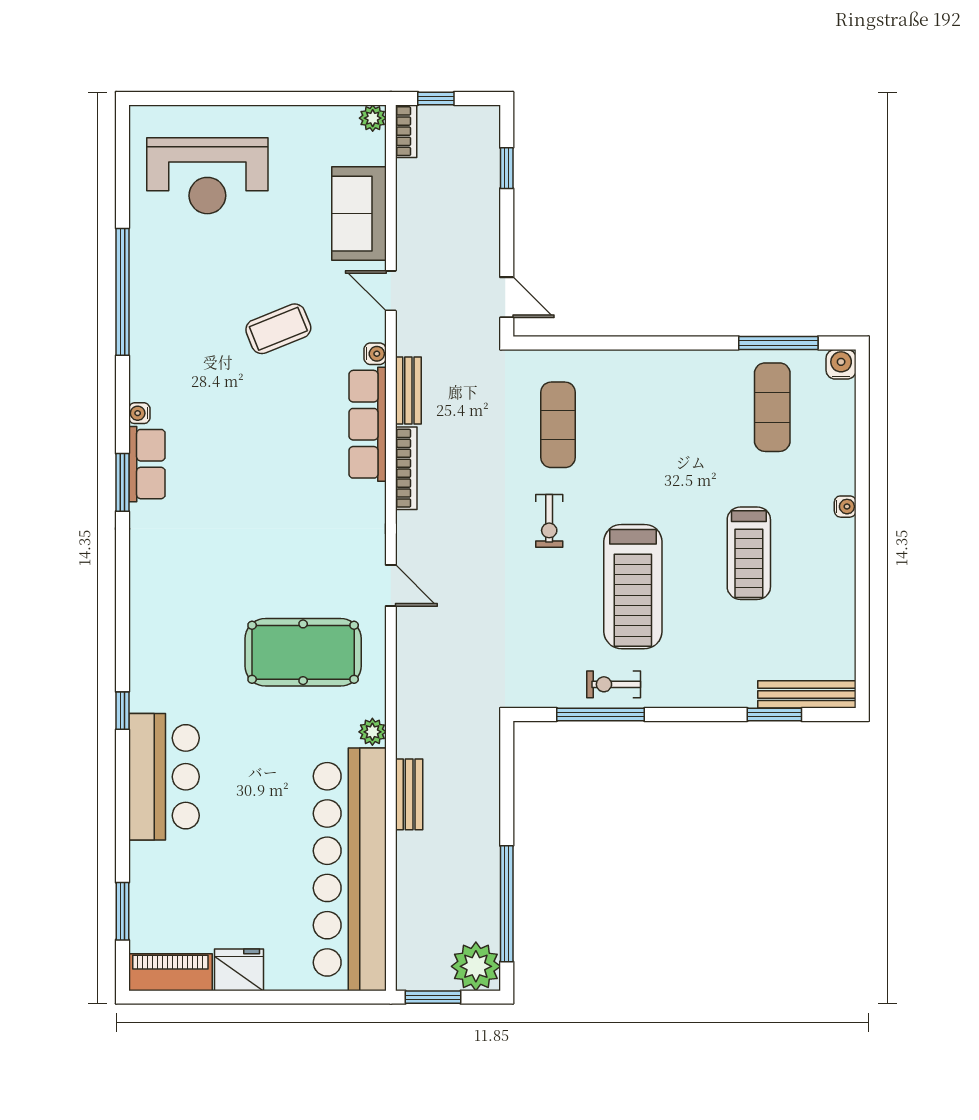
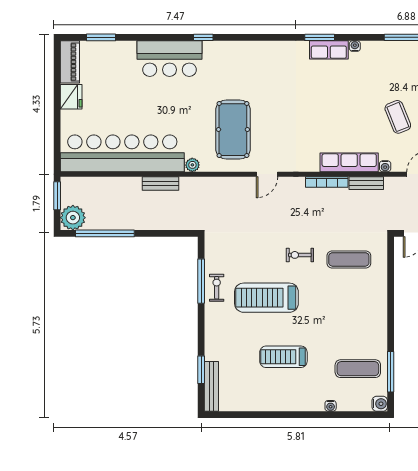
water cooler: (845, 507) -> (331, 406), moved

